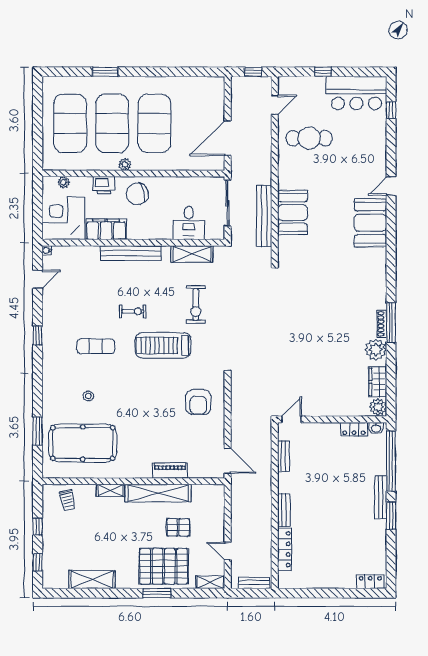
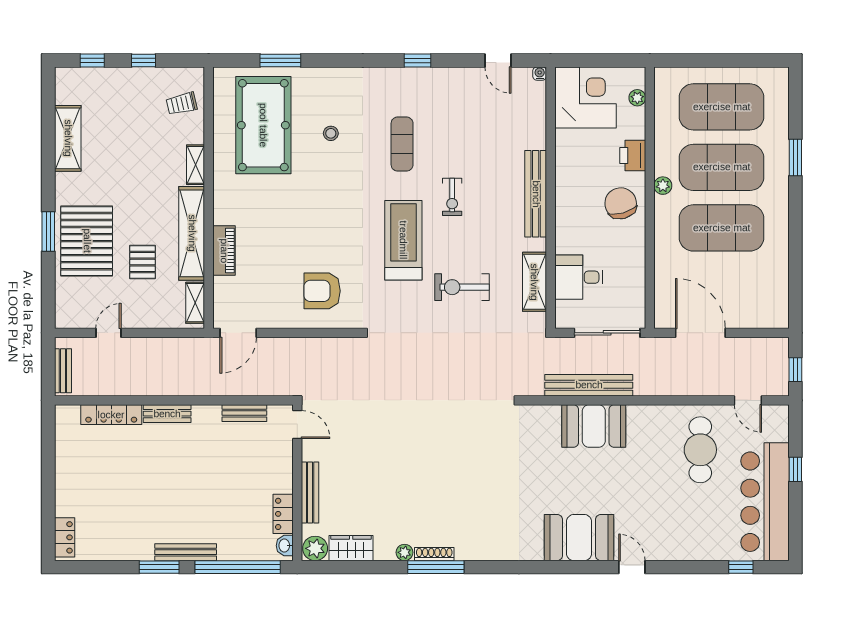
bar counter: (356, 93) -> (765, 502), width x1.36
filing cabinet: (106, 229) -> (570, 159), removed
plant: (376, 350) -> (405, 552), width x0.53, depth x0.53
bench: (339, 410) -> (310, 493), added
shelving: (210, 582) -> (195, 303), moved

